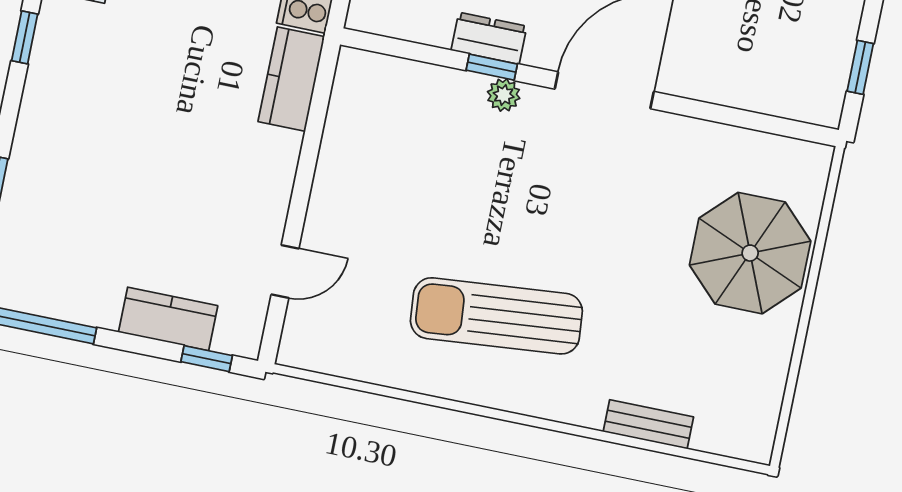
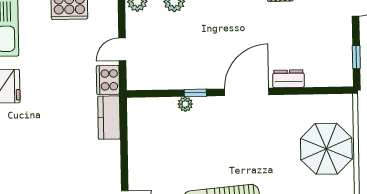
dresser: (489, 38) -> (288, 79), moved
plant: (504, 95) -> (185, 104), moved

